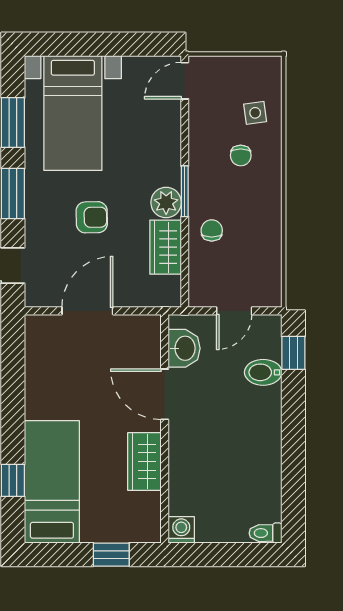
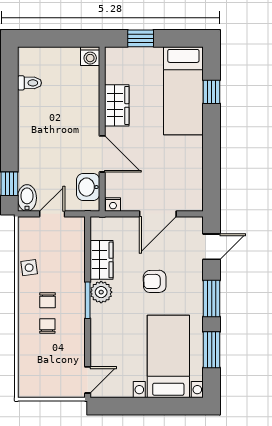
side table: (255, 113) -> (29, 268), moved
chair: (212, 230) -> (48, 300), moved
nightstand: (150, 324) -> (113, 205), added
bidet: (263, 372) -> (27, 198), moved, turned -90
toilet: (265, 533) -> (30, 83), moved

